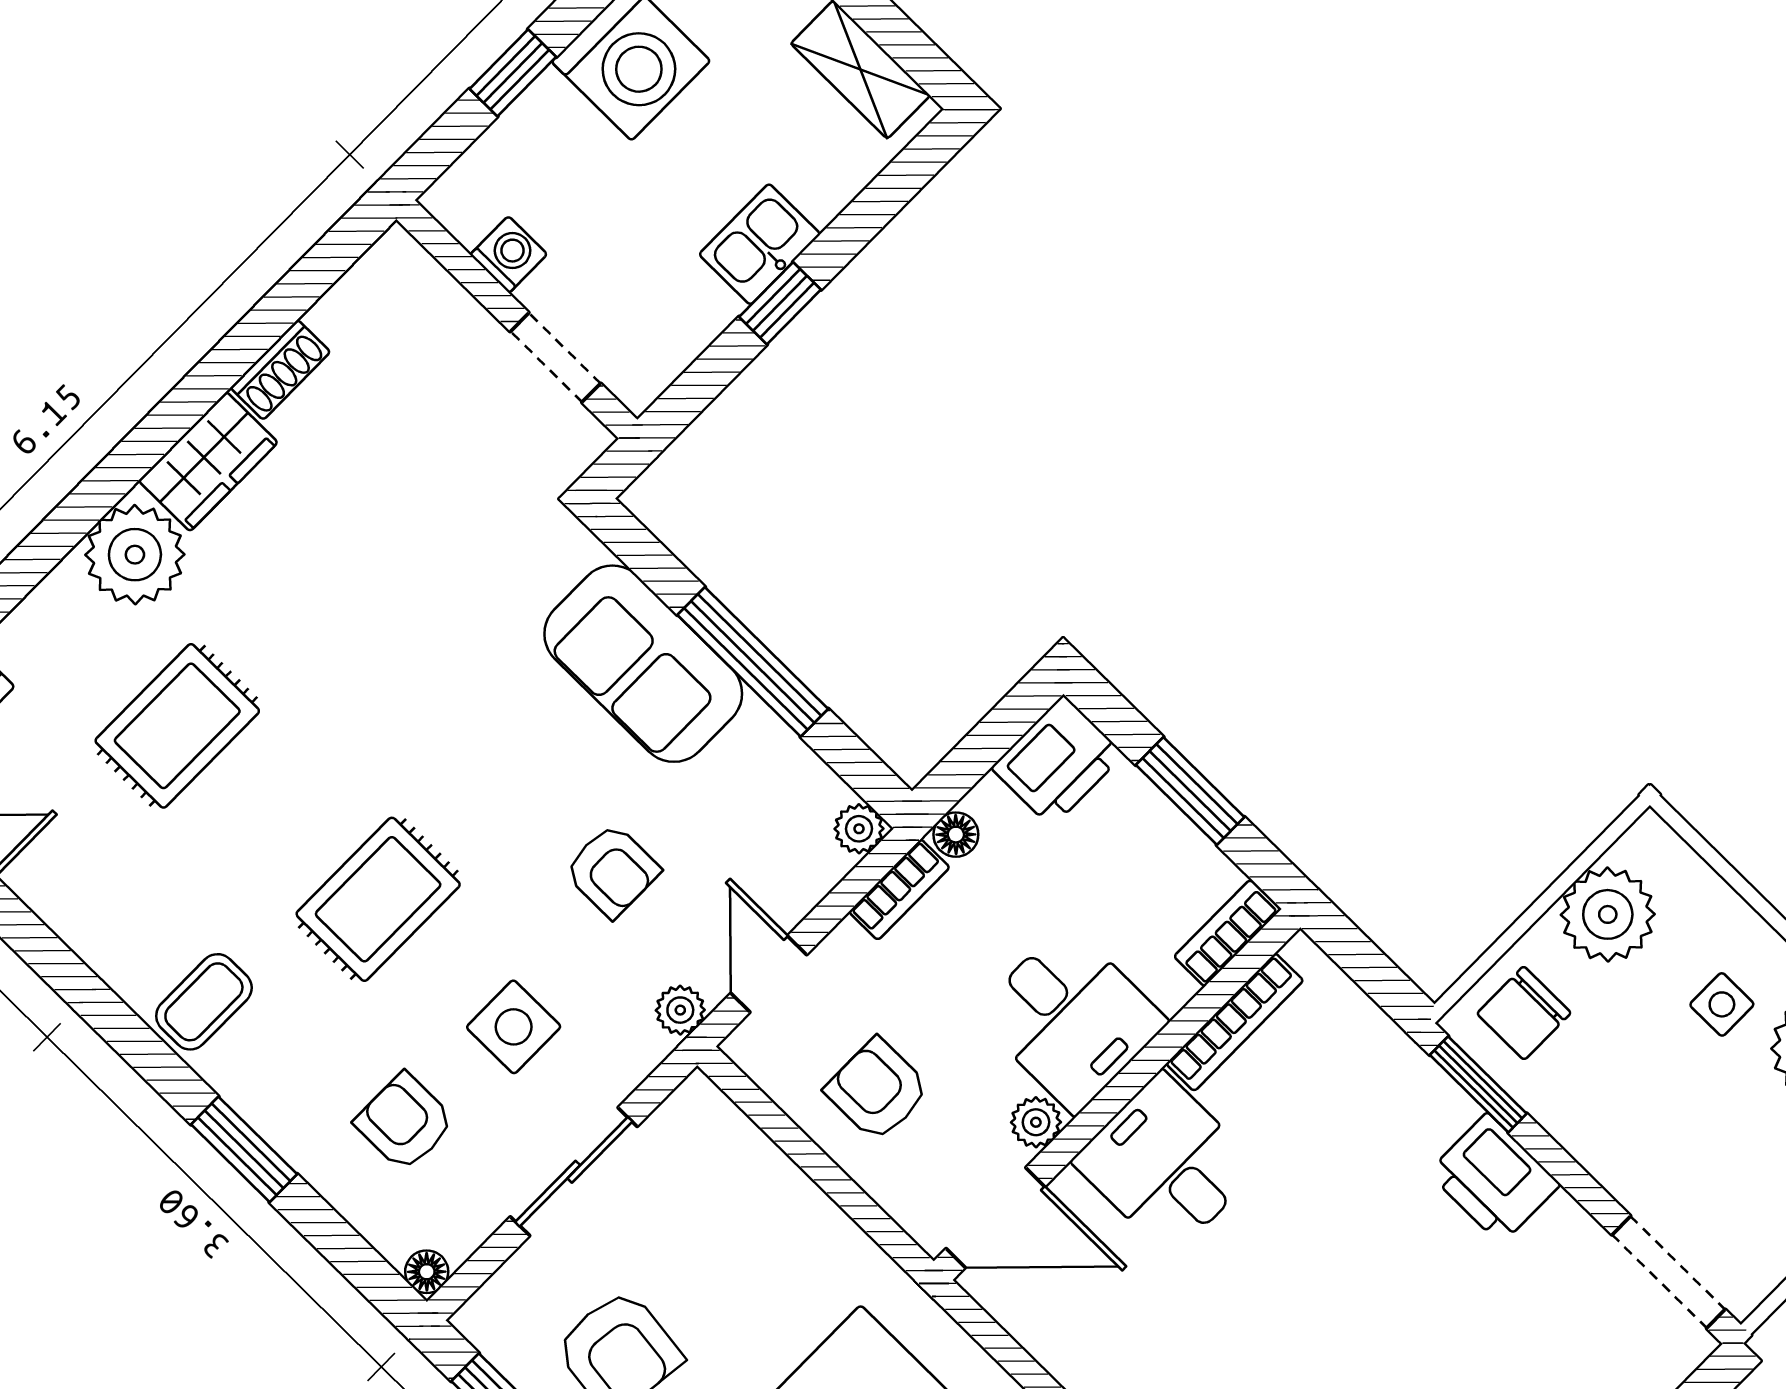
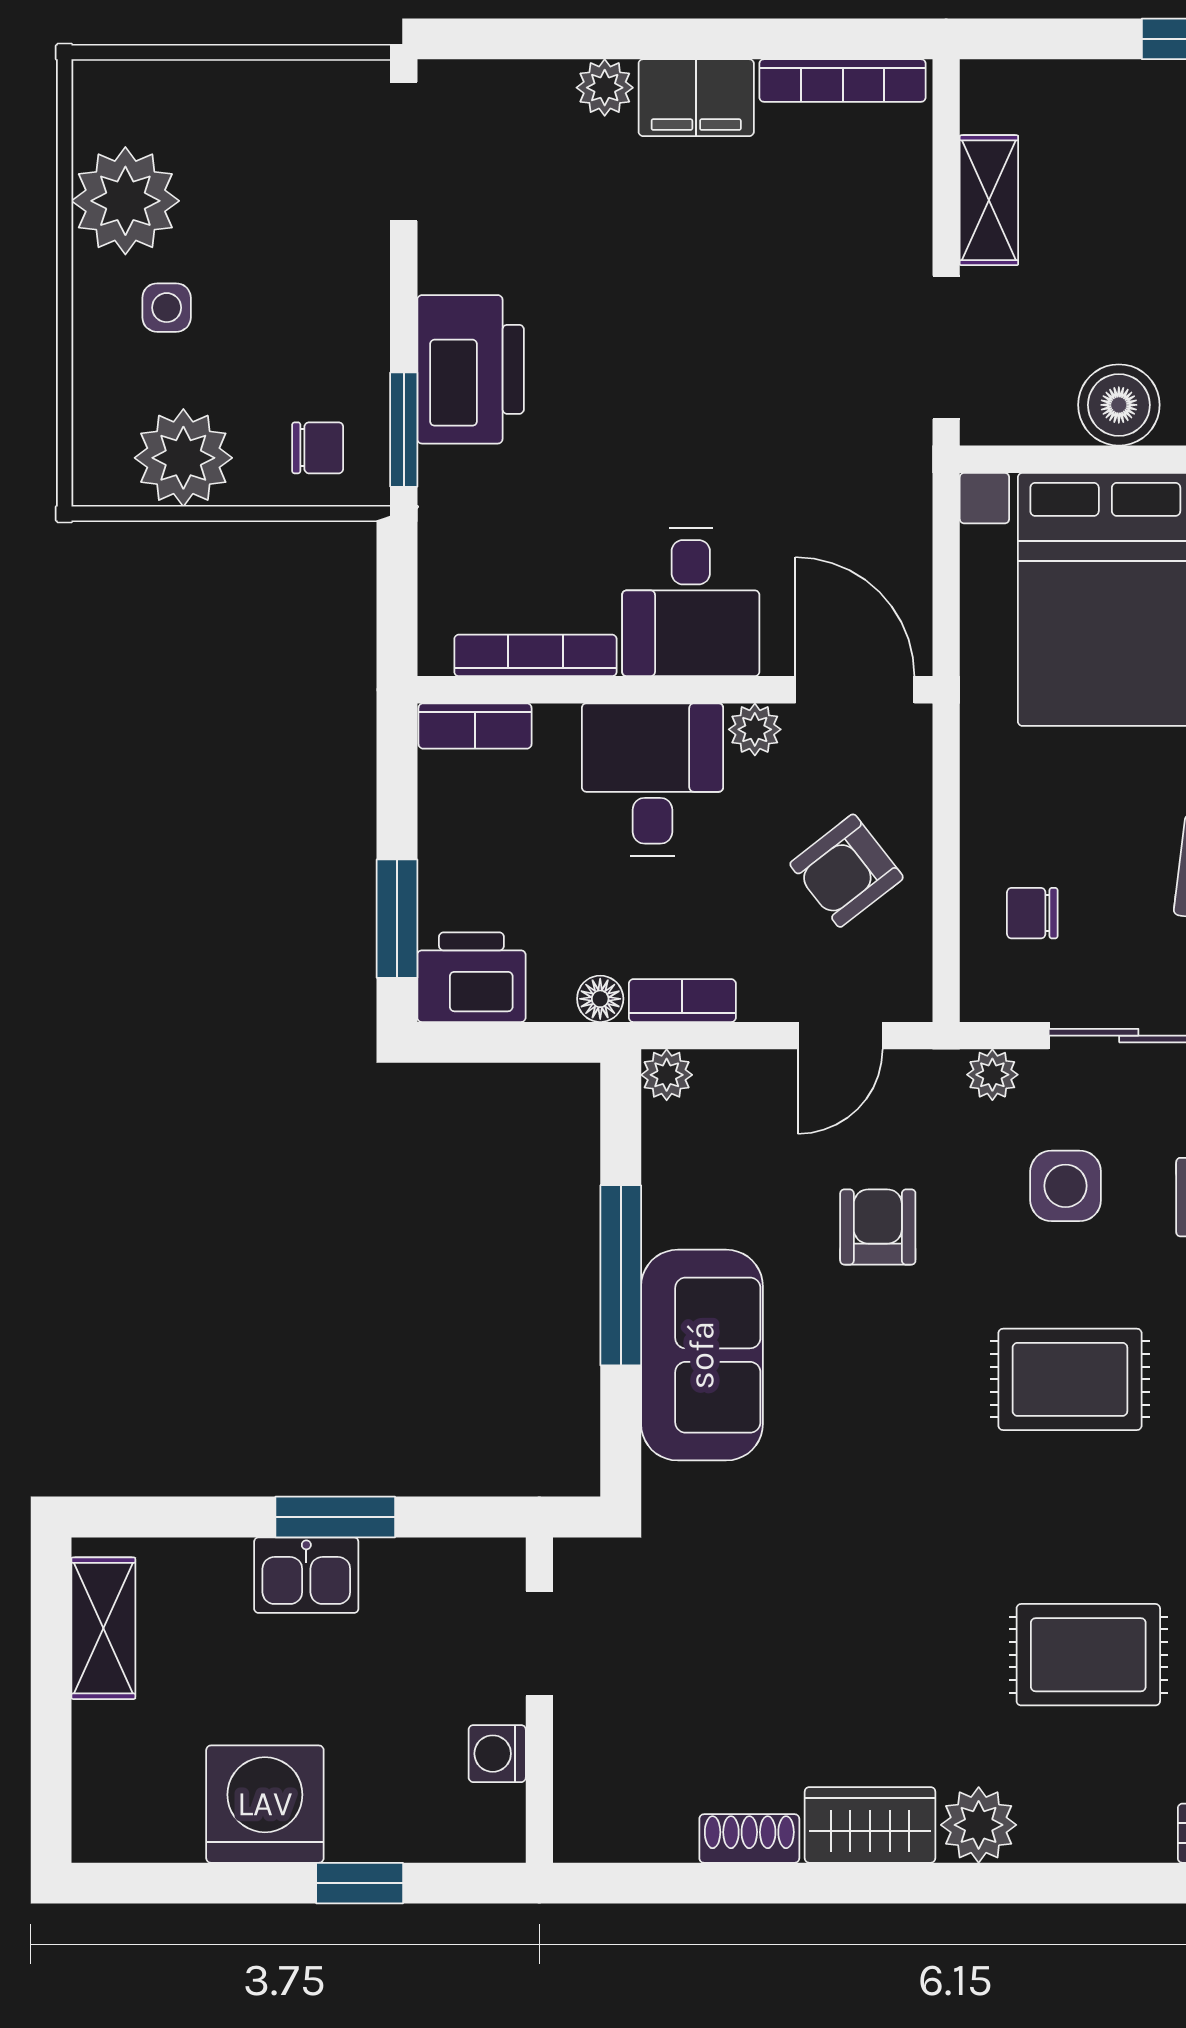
window: (780, 303) -> (335, 1517), width x1.50
plant: (135, 555) -> (979, 1825), width x0.73, depth x0.73
window: (1190, 791) -> (397, 919), moved
plant: (680, 1010) -> (992, 1075), moved
chair: (1524, 1013) -> (318, 448), width x0.73, depth x0.73
armchair: (877, 1090) -> (847, 871), turned 52
printer: (1494, 1179) -> (471, 369), width x1.37, depth x1.19
chair: (723, 1188) -> (1032, 913), added

